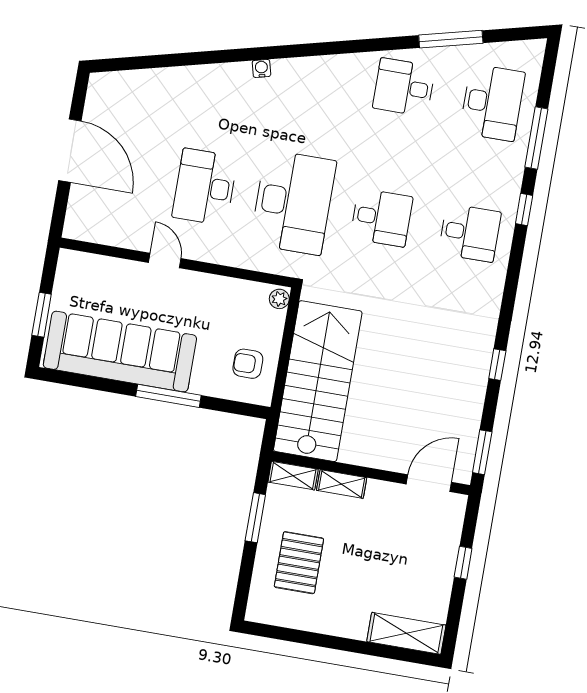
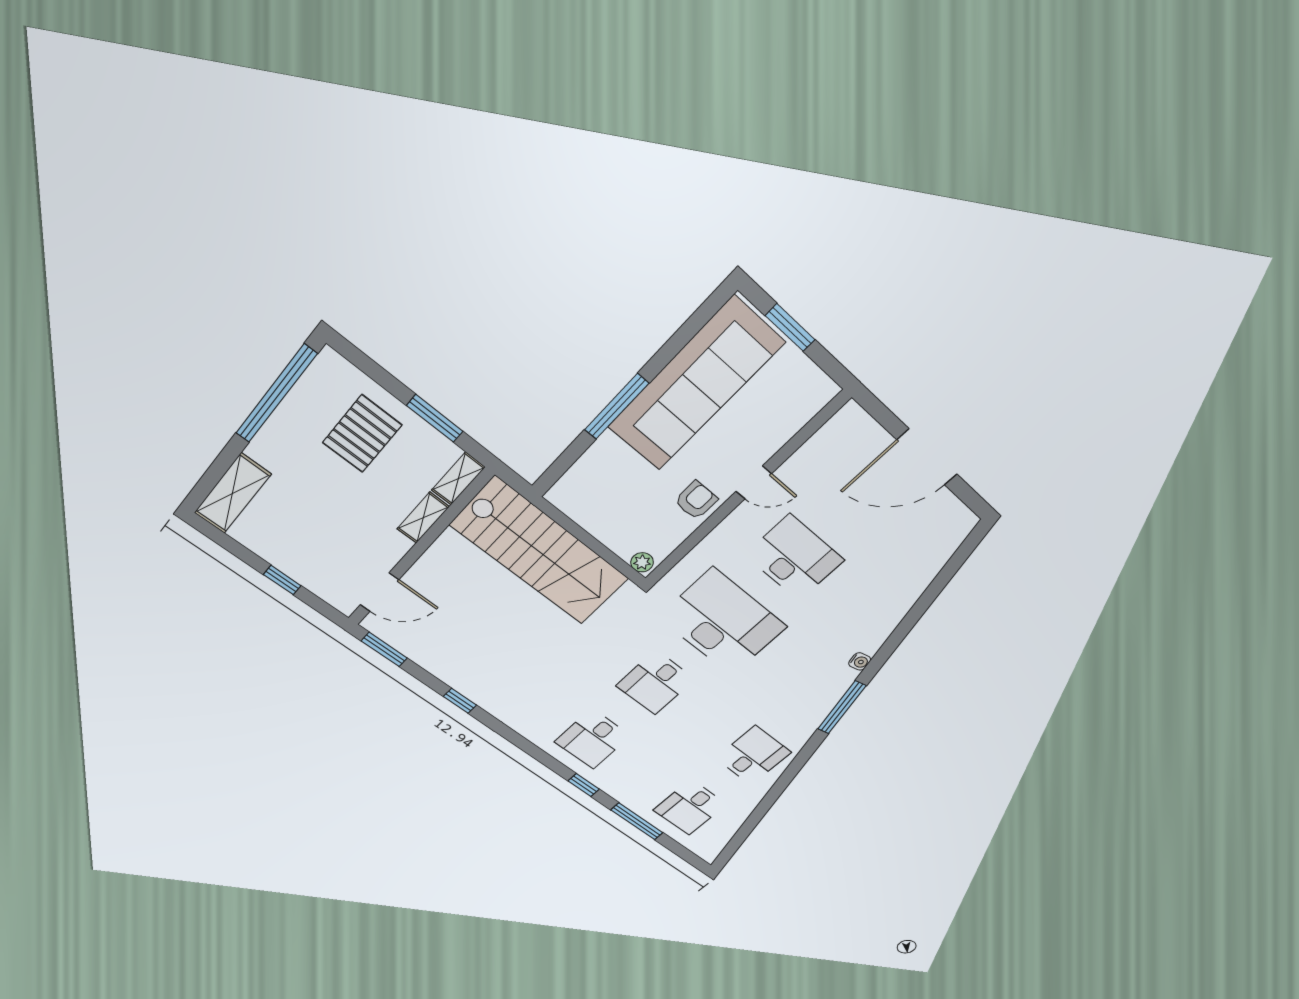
window: (451, 39) -> (842, 707), moved
desk: (492, 103) -> (690, 807), width x0.73
desk: (293, 202) -> (723, 622), turned 180
armchair: (248, 364) -> (696, 500), moved
door: (429, 483) -> (379, 592), hinge flipped
pallet: (299, 563) -> (362, 434), turned 90
window: (304, 637) -> (276, 394), added

